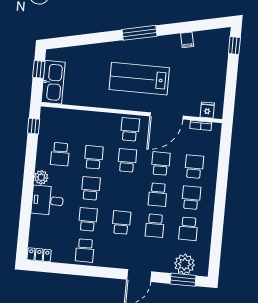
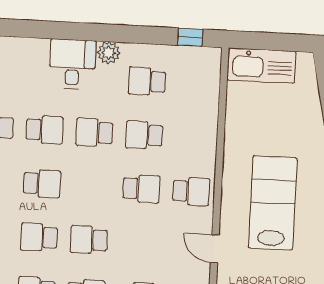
window: (39, 69) -> (281, 42), removed
door: (167, 116) -> (215, 249), width x0.53
school desk: (94, 157) -> (144, 135), turned 180
school desk: (161, 163) -> (139, 242), removed
school desk: (91, 188) -> (94, 132), turned 180

